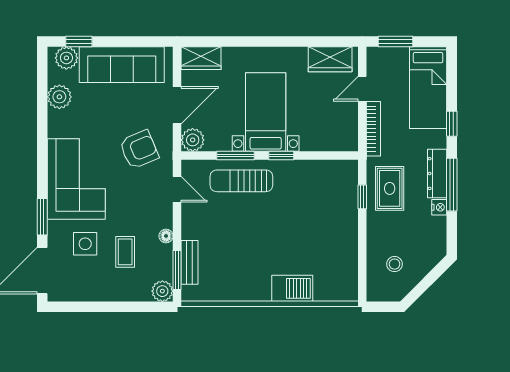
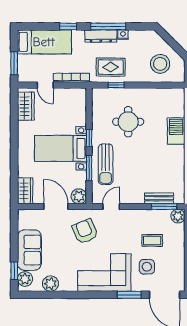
sofa: (122, 65) -> (29, 250), width x0.73
round table: (306, 215) -> (128, 122), added
floor lamp: (166, 236) -> (142, 214), removed
stool: (394, 264) -> (160, 64), width x1.89, depth x1.89

